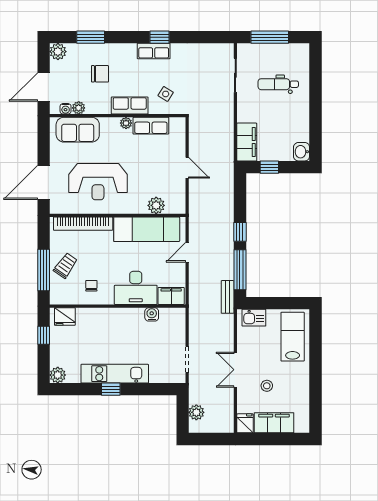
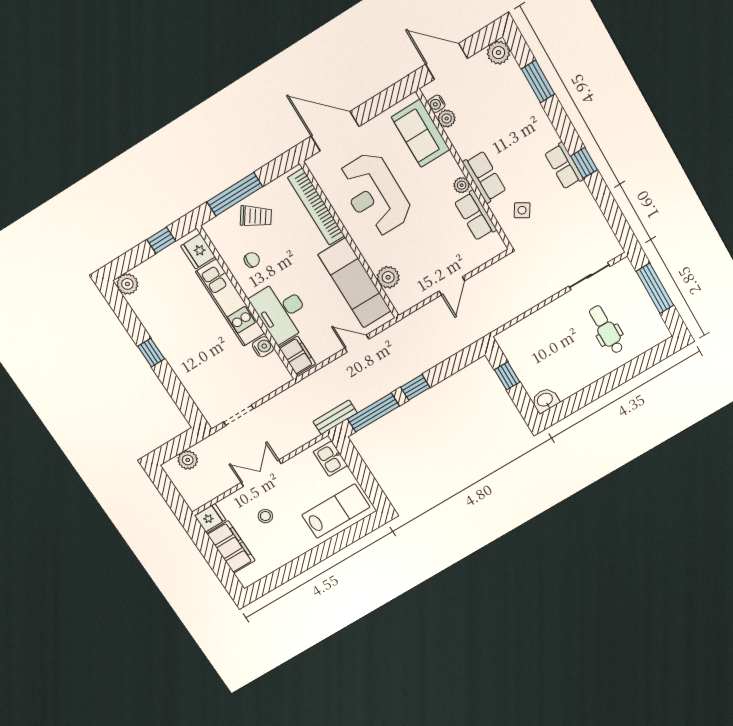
chair: (100, 74) -> (501, 119), removed
filing cabinet: (247, 142) -> (521, 334), removed
kitchen unit: (115, 374) -> (230, 303), moved, turned 180

